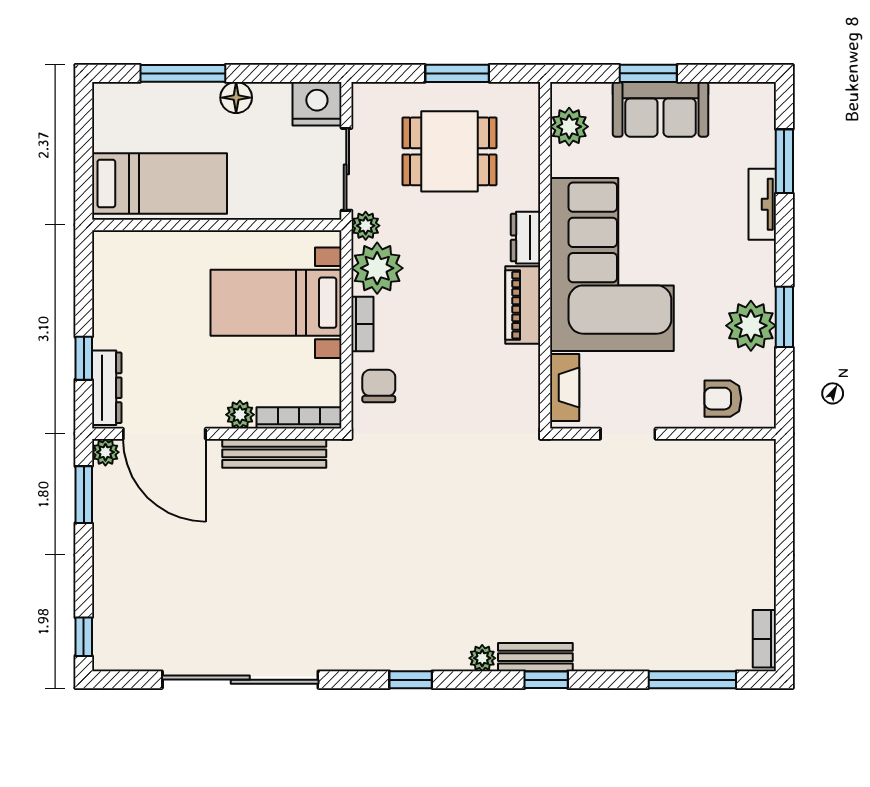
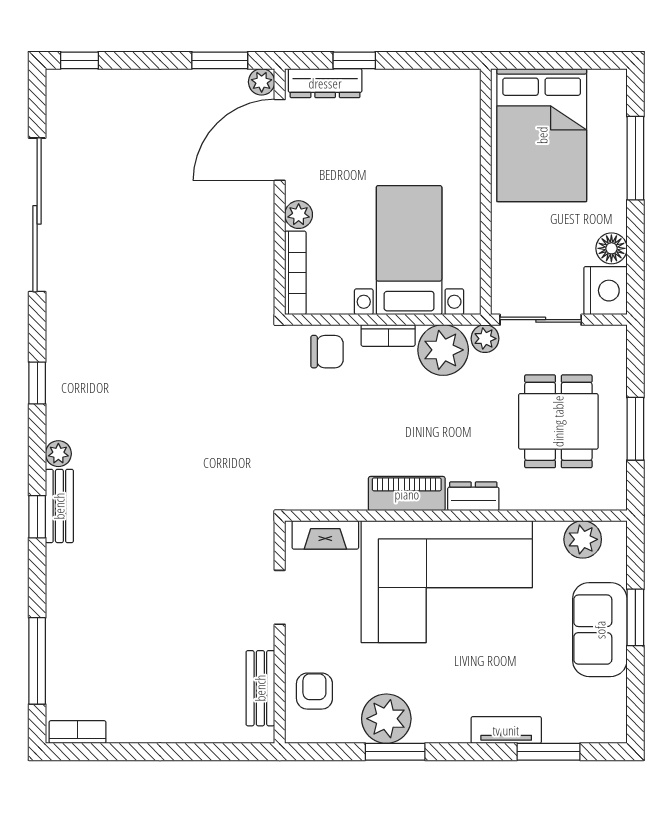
floor lamp: (236, 98) -> (611, 248), moved
bed: (160, 183) -> (542, 135), width x1.50
bench: (274, 453) -> (260, 688), moved, width x0.73

